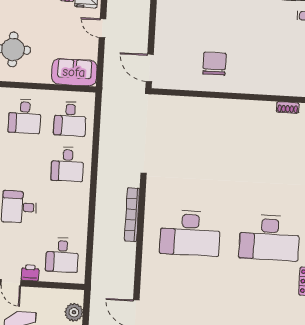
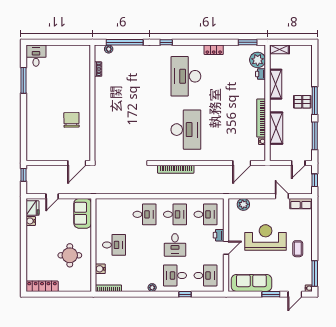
chair: (214, 64) -> (71, 120), turned 89
desk: (70, 119) -> (175, 214), moved
desk: (269, 238) -> (186, 76), turned 180

